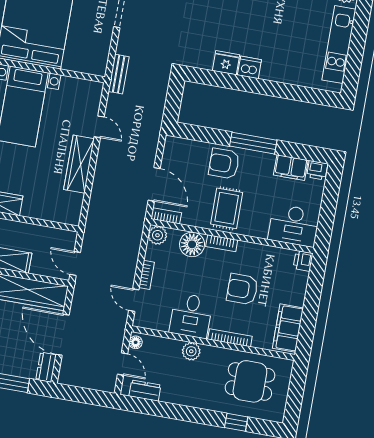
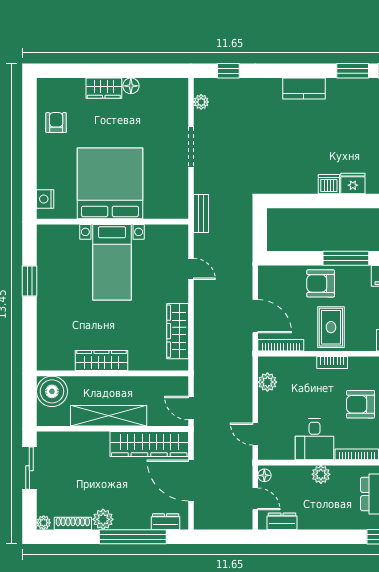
fridge: (226, 63) -> (353, 184), moved
wardrobe: (79, 164) -> (178, 331), moved
bookcase: (166, 216) -> (281, 345), width x1.56
plant: (157, 235) -> (267, 382), moved
floor lamp: (192, 244) -> (303, 369), removed
bookcase: (147, 275) -> (264, 407), removed
dresser: (46, 367) -> (166, 522), moved, turned 90

